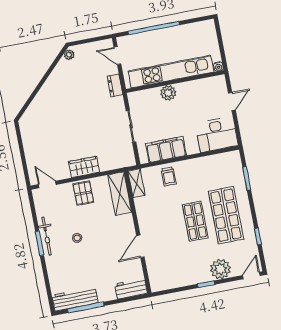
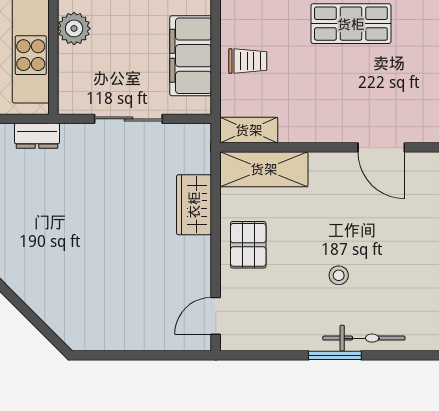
wardrobe: (84, 167) -> (194, 205), moved
pallet: (83, 193) -> (248, 245), turned 90
bicycle: (47, 236) -> (364, 338), moved

